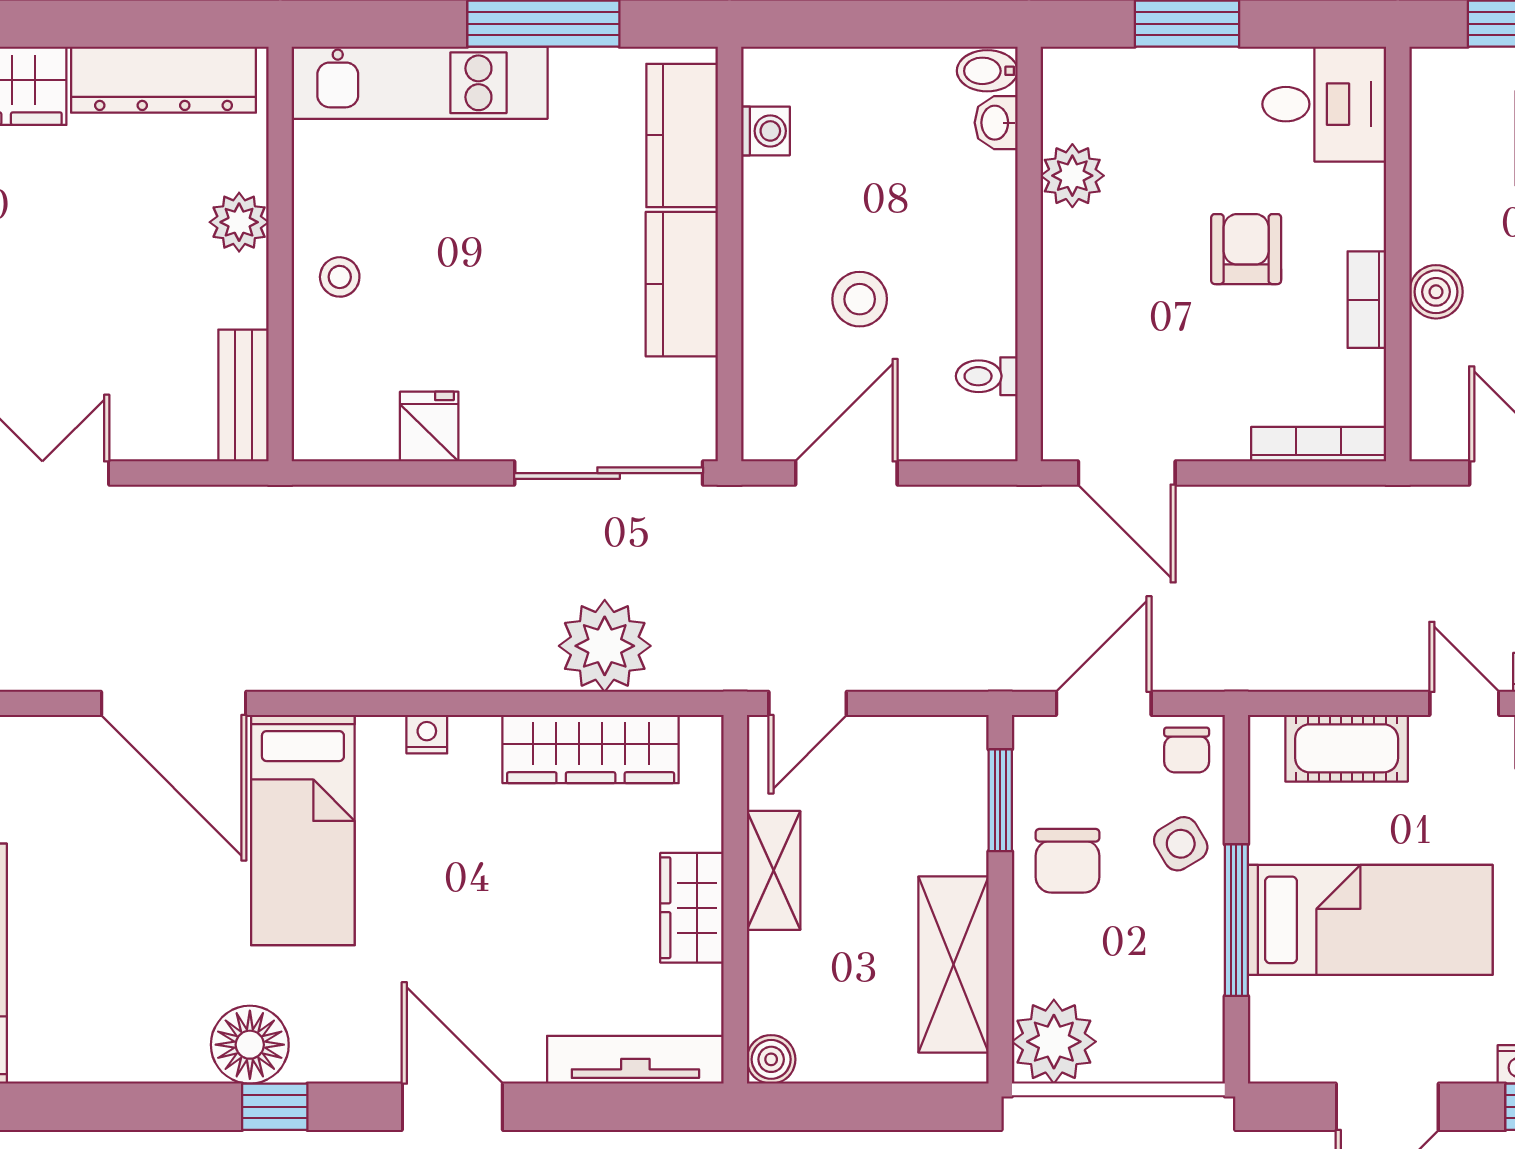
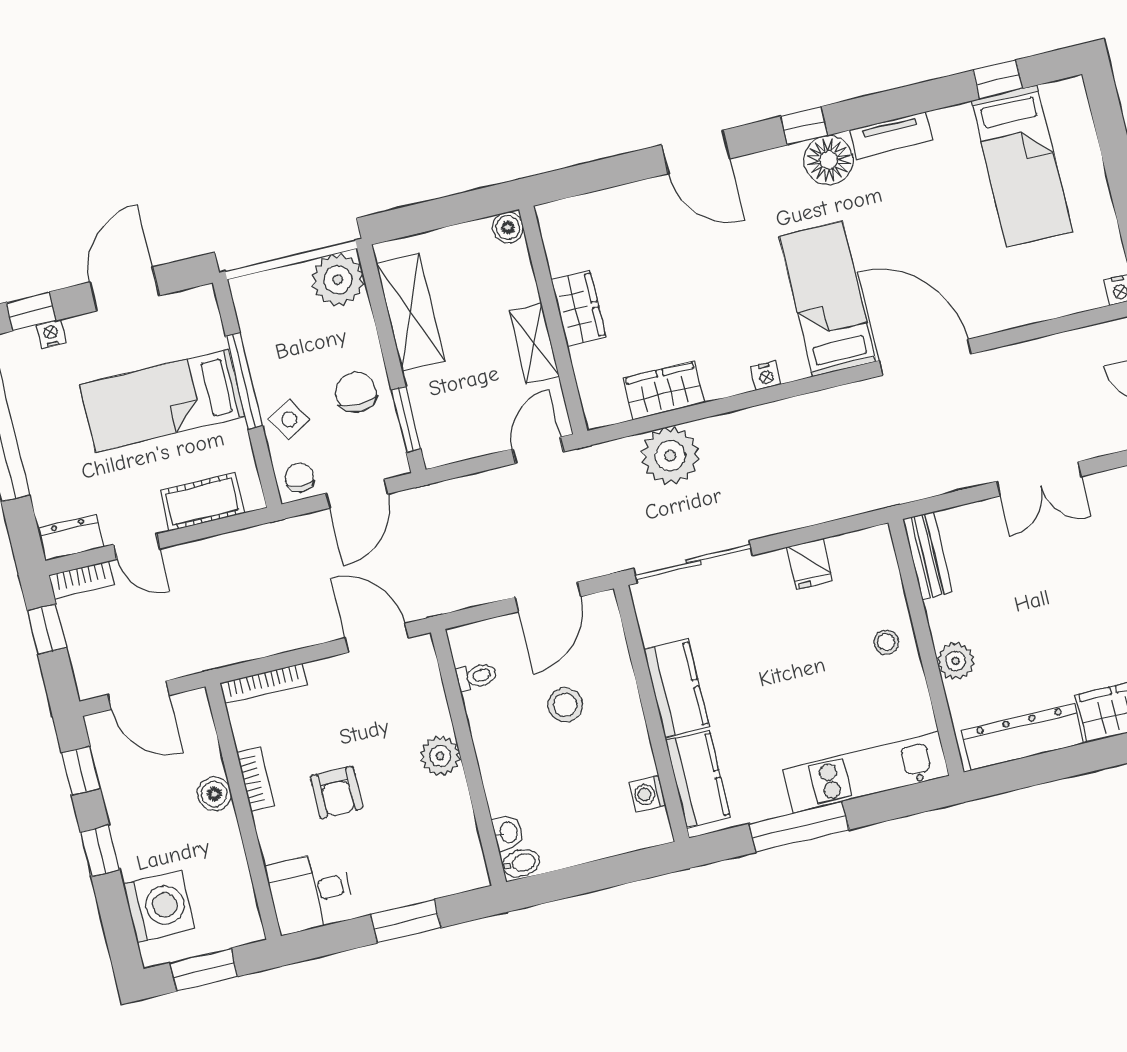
plant: (1072, 176) -> (440, 756), moved
wardrobe: (591, 749) -> (664, 391), width x0.67
tv unit: (635, 1060) -> (891, 135), moved, width x0.71

